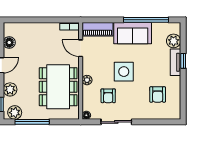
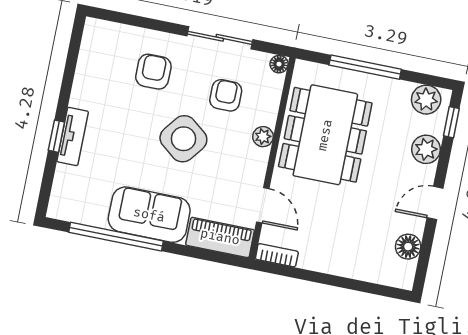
plant: (174, 41) -> (68, 181), removed
side table: (124, 72) -> (183, 139), turned 38
armchair: (158, 95) -> (153, 72), moved
window: (32, 122) -> (365, 67), moved

